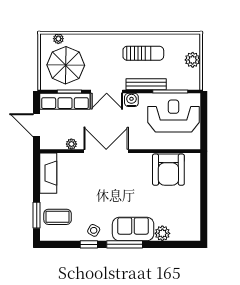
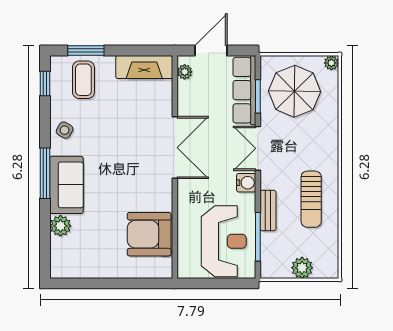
plant: (58, 39) -> (331, 63), moved
bench: (146, 84) -> (268, 210), width x0.73
plant: (71, 144) -> (185, 72), moved
window: (89, 244) -> (45, 84), moved

